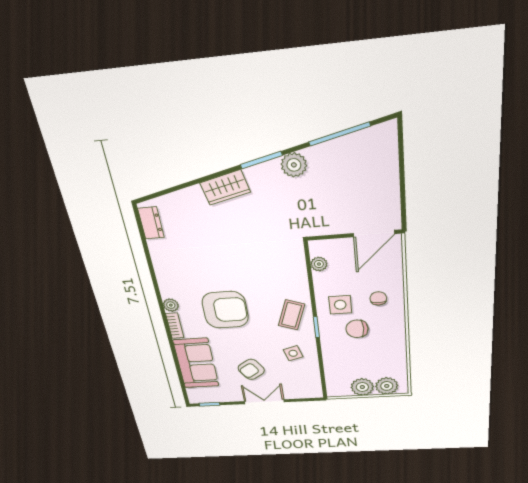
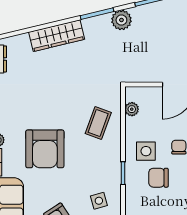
wardrobe: (225, 188) -> (57, 36), width x1.50
armchair: (225, 310) -> (45, 149), turned 90
coffee table: (291, 315) -> (98, 123), moved

